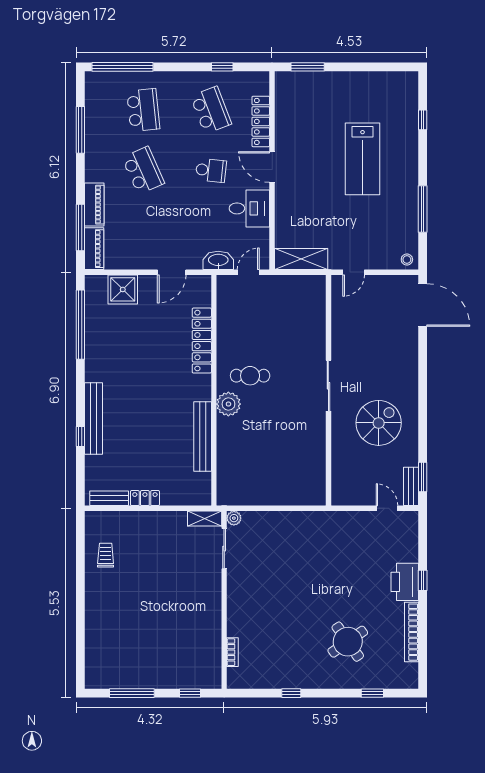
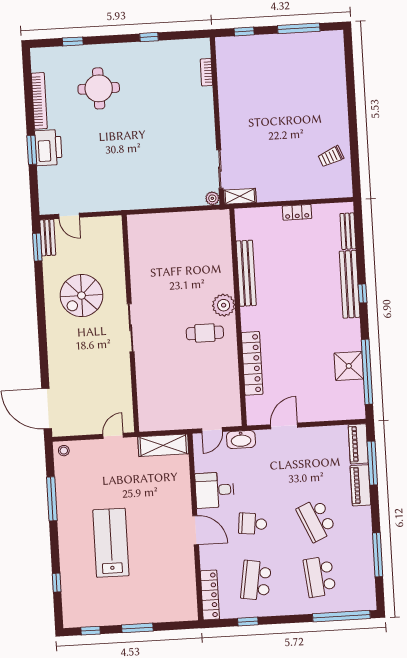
window: (308, 67) -> (137, 628), moved
window: (390, 67) -> (91, 631), added
school desk: (211, 110) -> (256, 580), turned 30
locker: (261, 121) -> (210, 595), moved
shower: (123, 289) -> (349, 366), moved
window: (80, 436) -> (362, 293), moved
bench: (109, 498) -> (348, 231), moved, turned 90
trolley: (106, 555) -> (331, 157), turned 68
window: (423, 580) -> (32, 150), width x1.50
round table: (348, 642) -> (99, 88), turned 35

